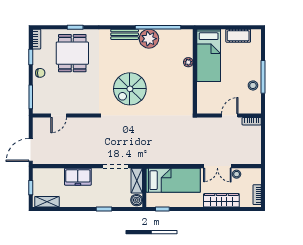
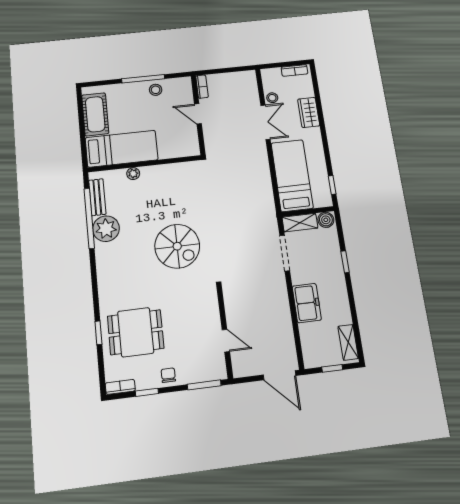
bench: (125, 34) -> (97, 197), moved
cot: (238, 36) -> (95, 114), width x1.37, depth x1.34
wardrobe: (221, 200) -> (309, 112), width x0.67

